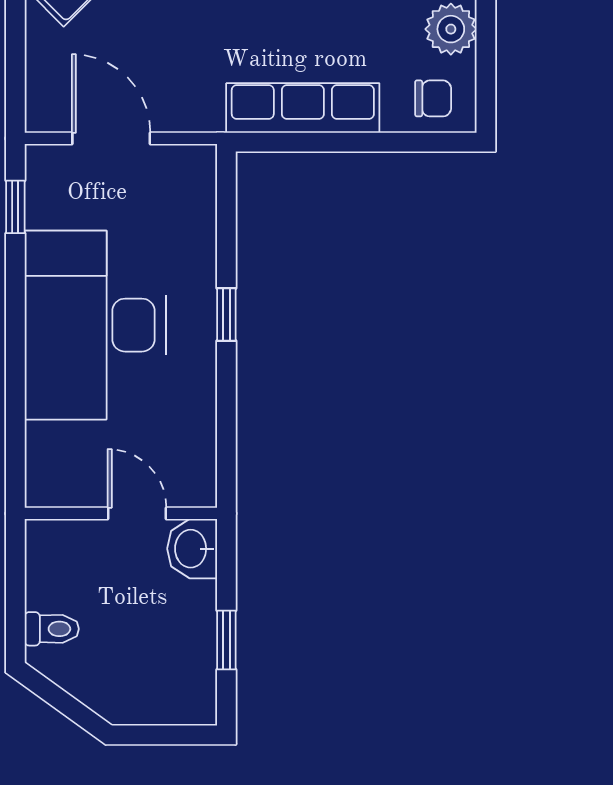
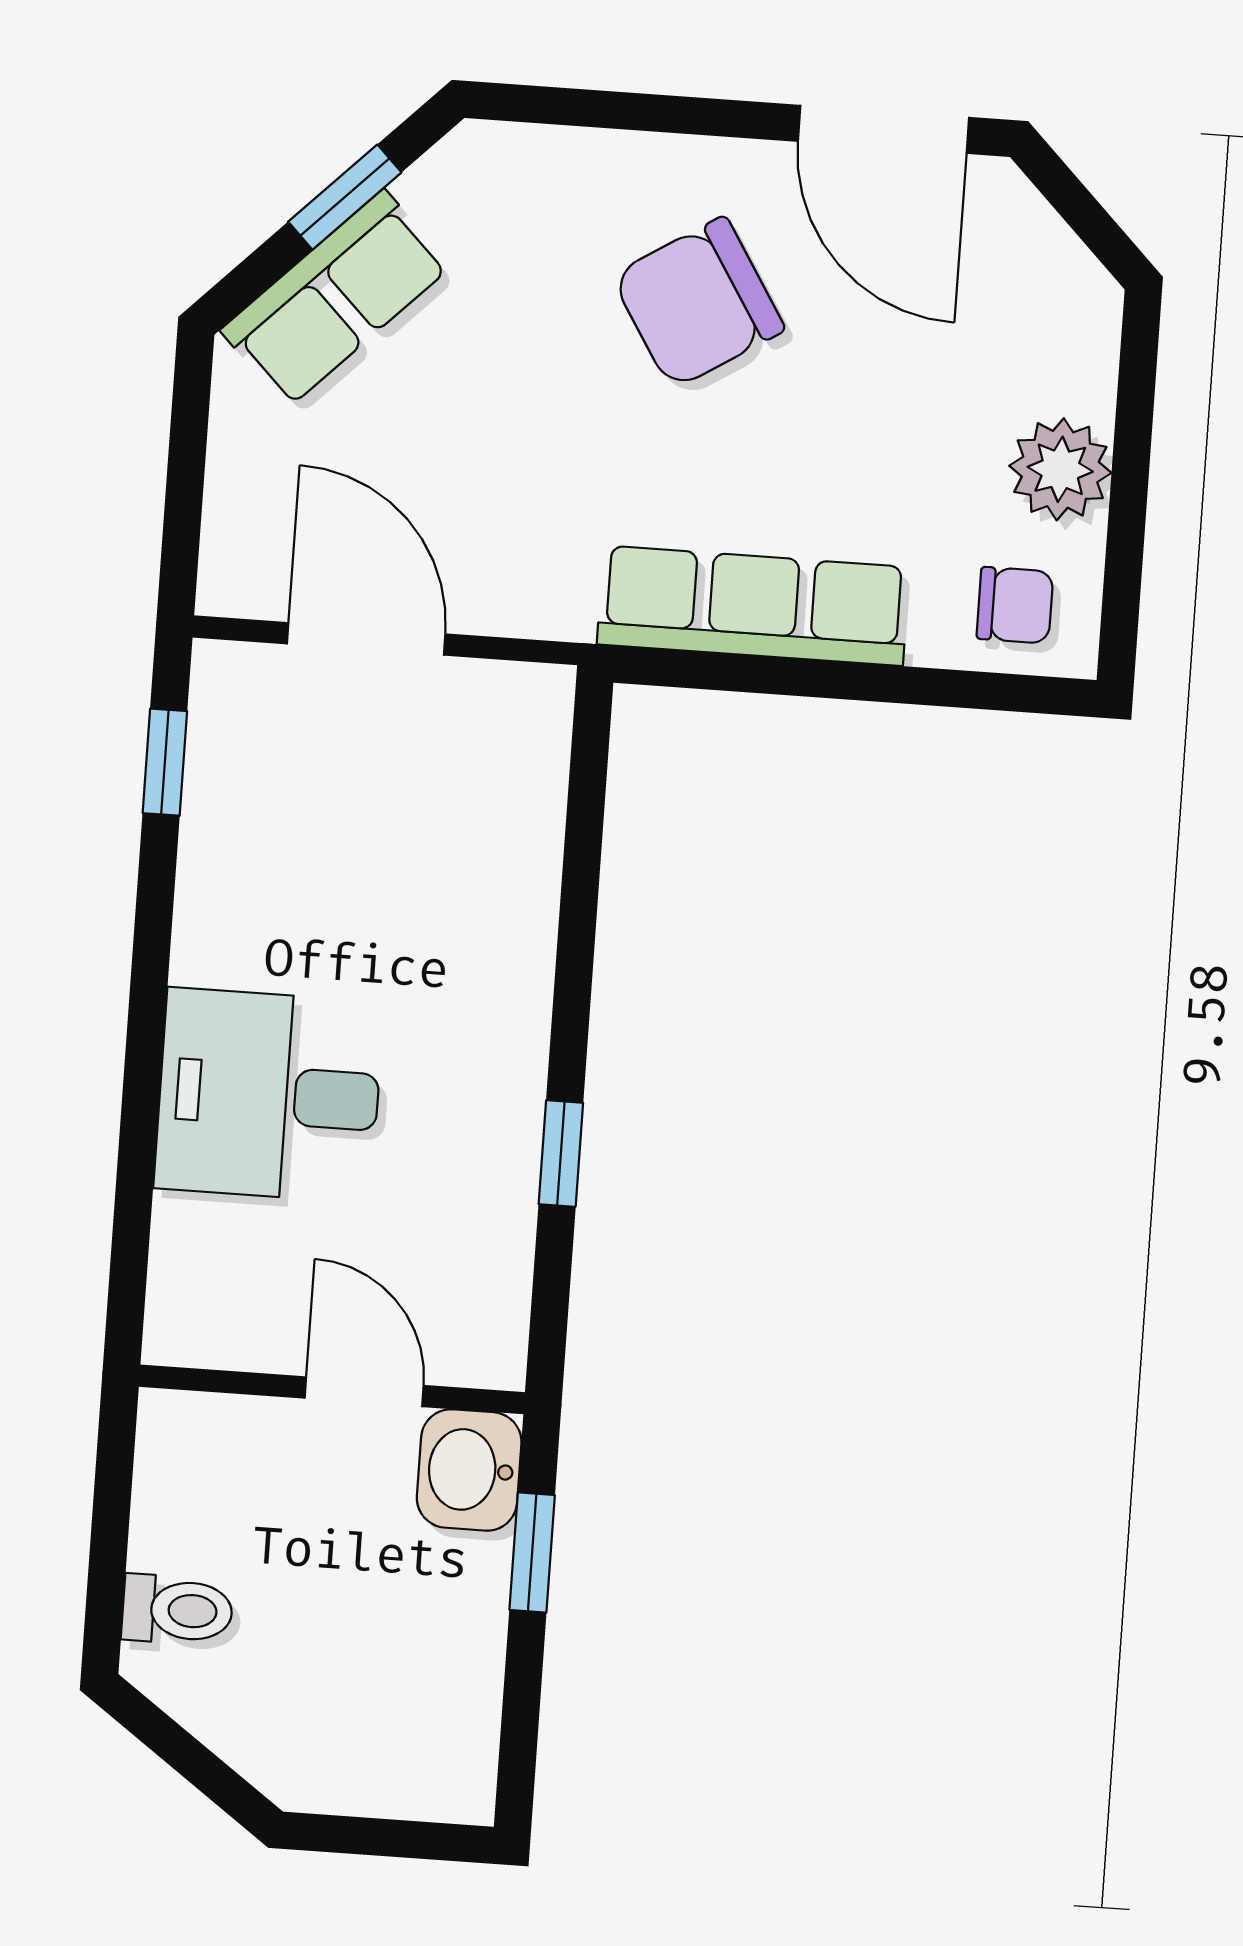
window: (226, 315) -> (561, 1153), moved
desk: (95, 325) -> (269, 1095), width x0.53, depth x0.77
window: (226, 640) -> (532, 1553), moved

